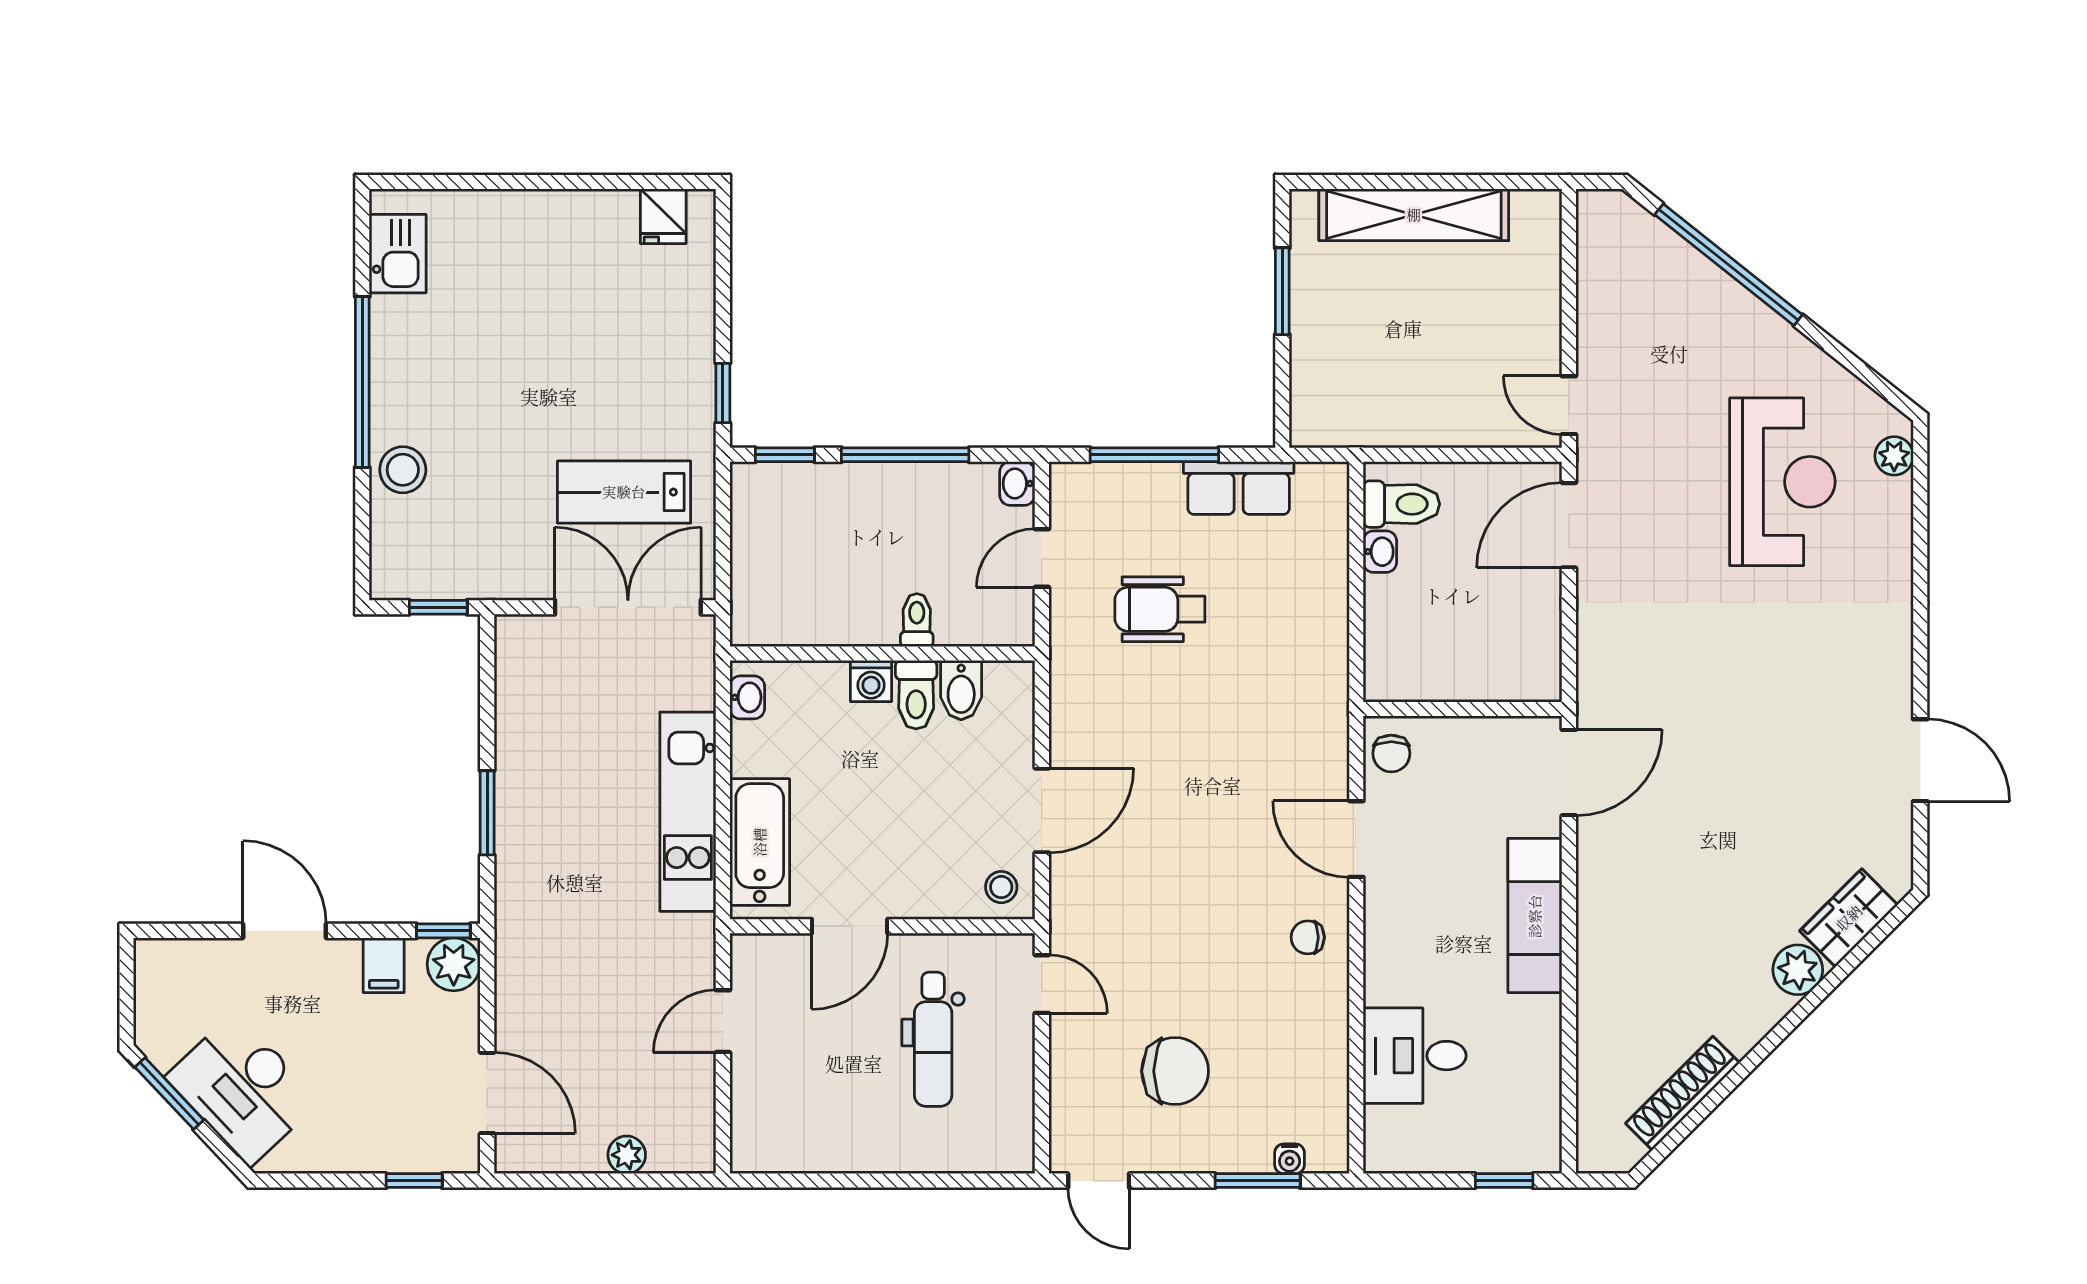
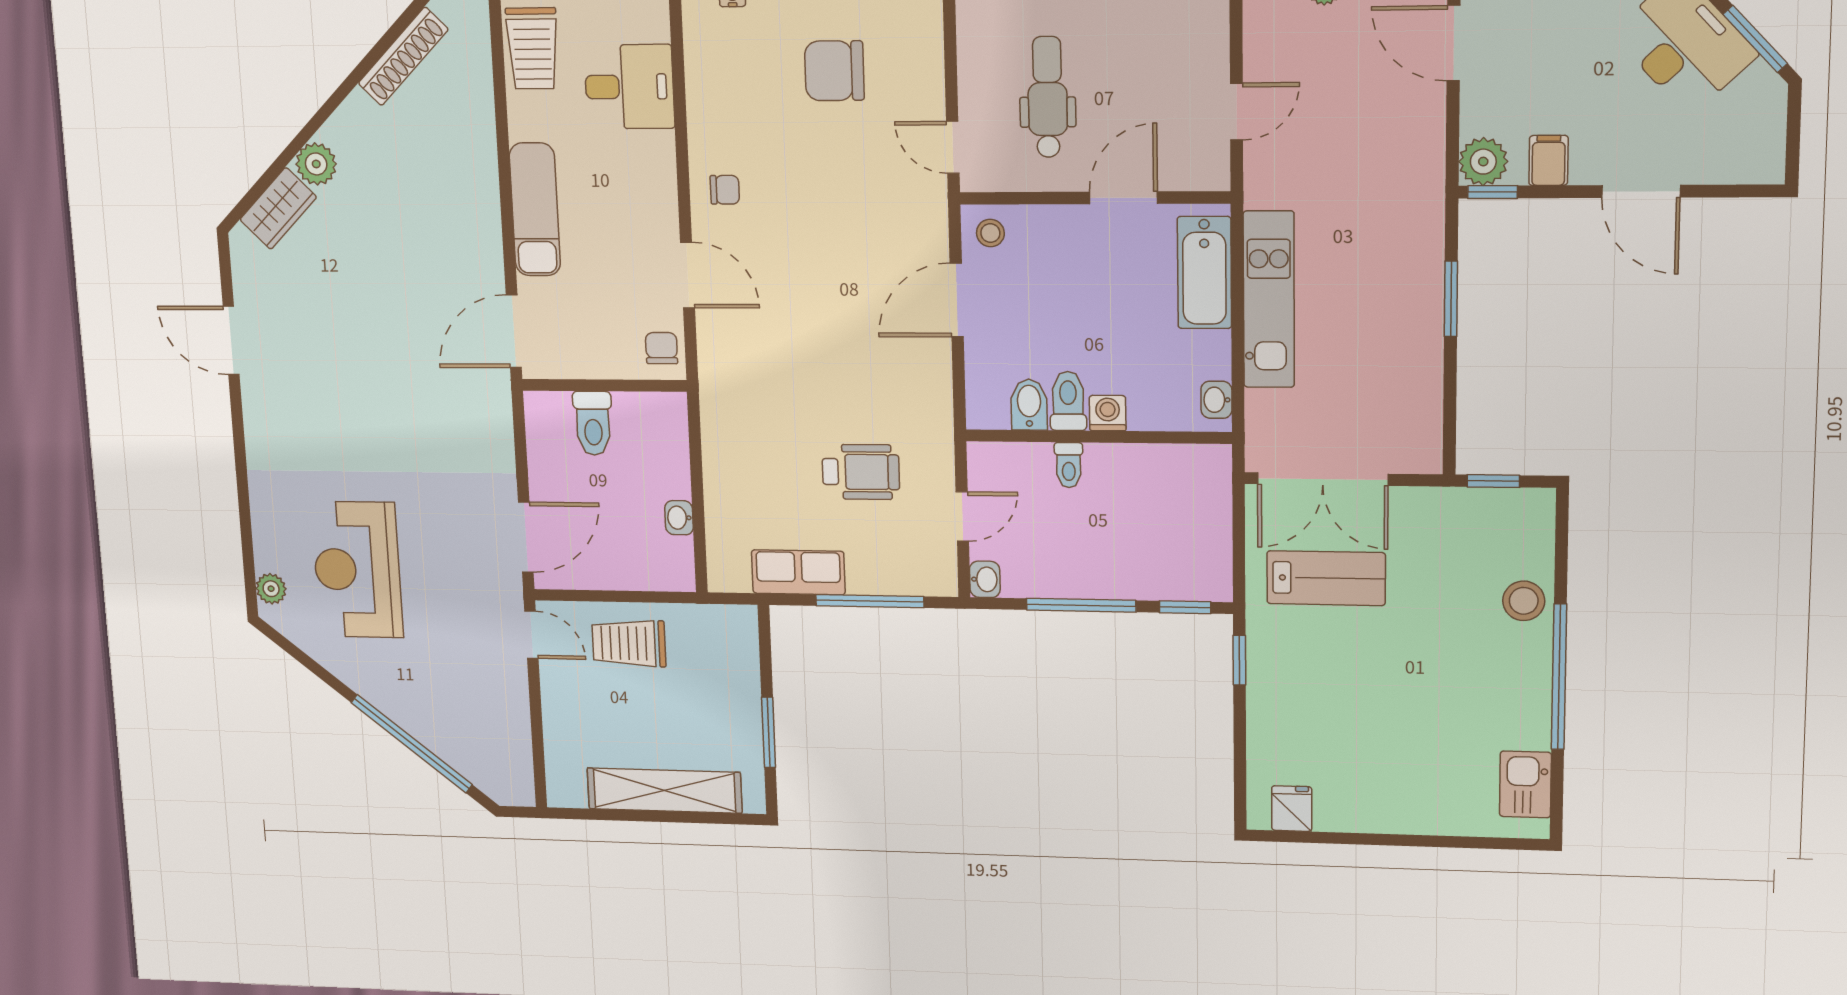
trolley: (1449, 397) -> (629, 643), added
toilet: (1401, 504) -> (593, 423), moved, turned -90
trolley: (1527, 1100) -> (532, 48), added

